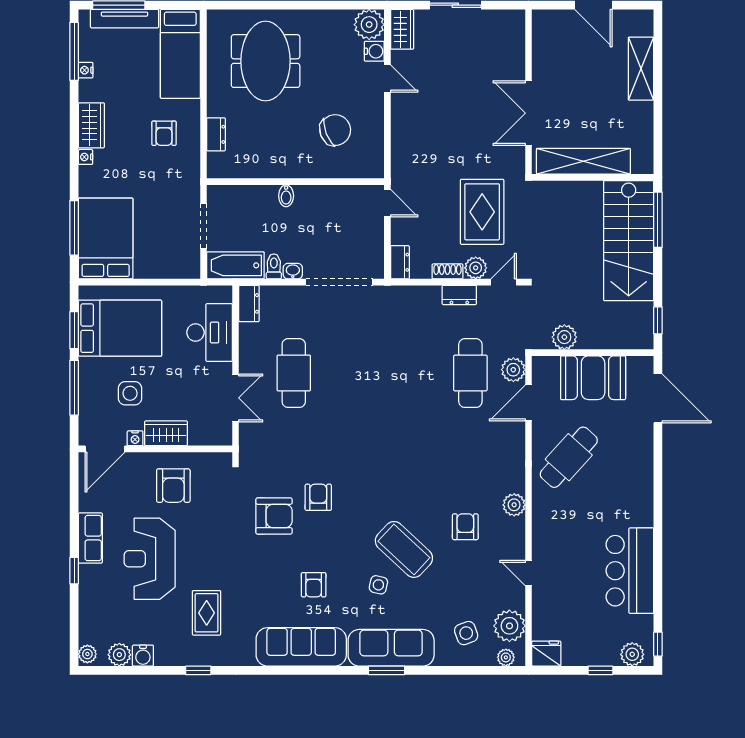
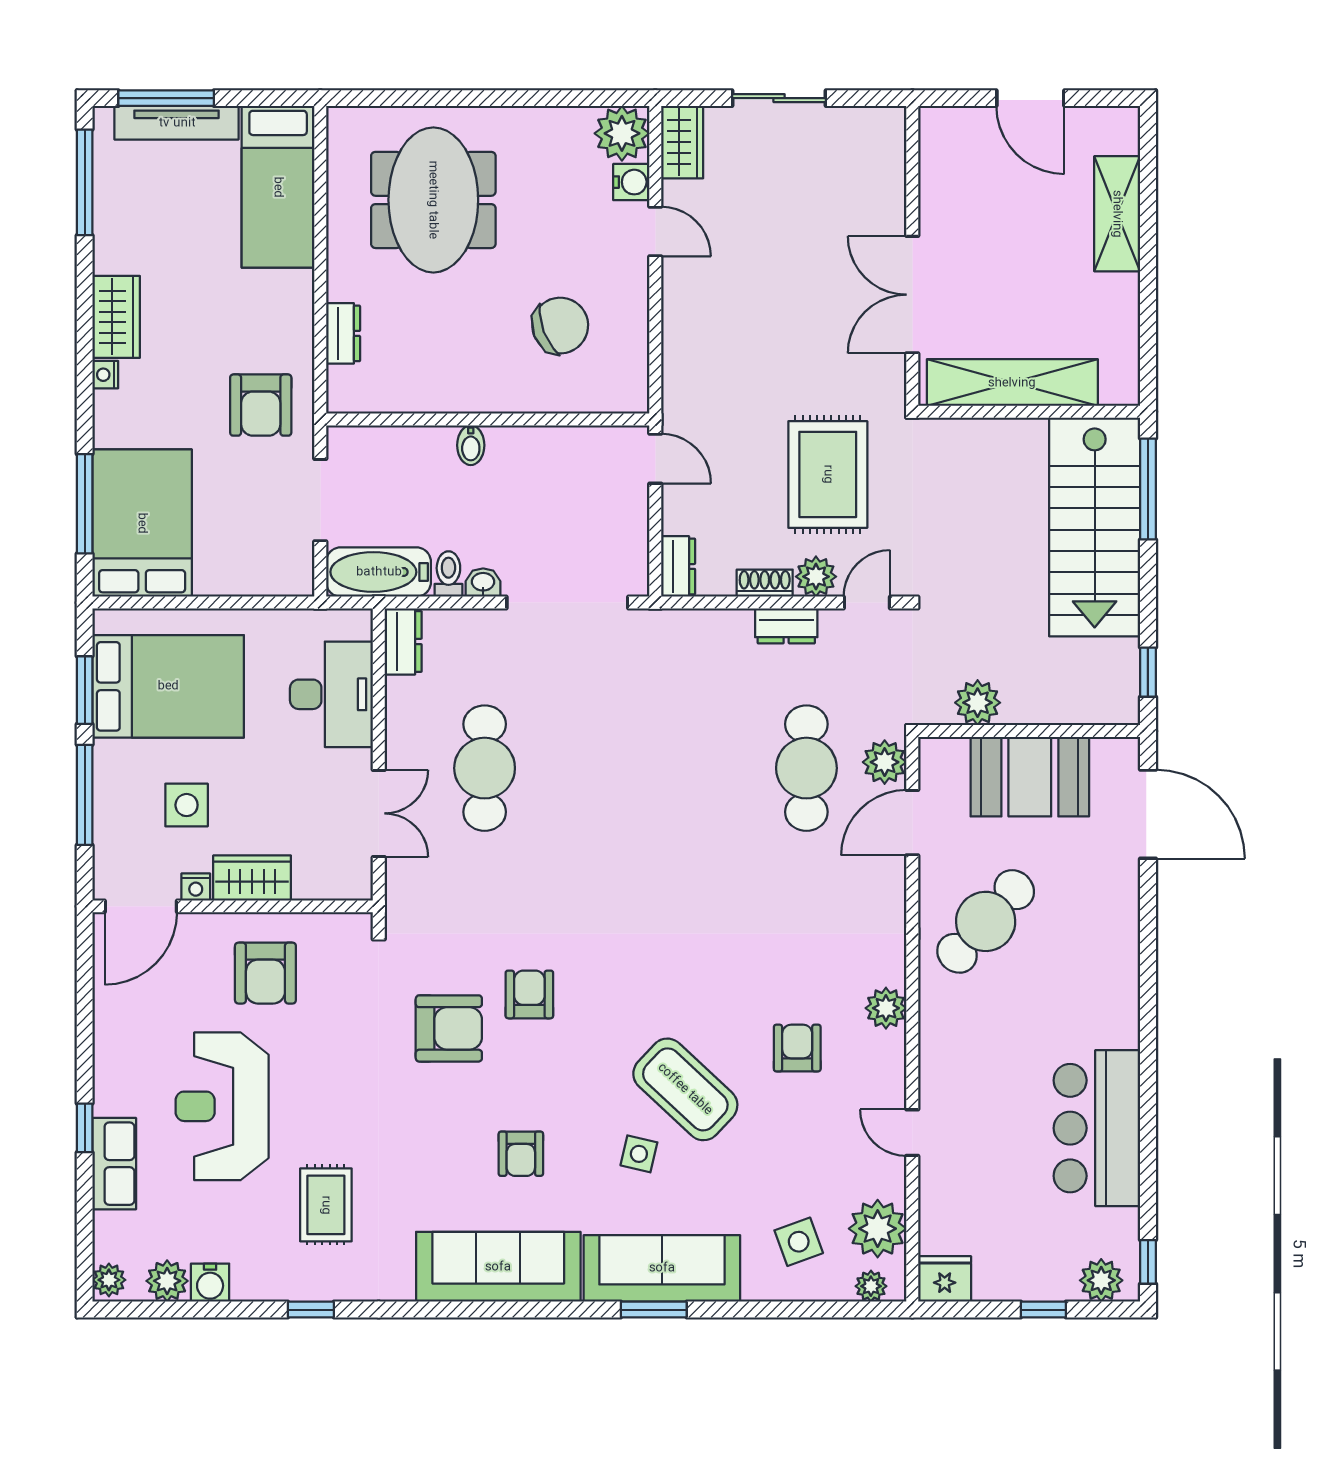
nightstand: (86, 70) -> (106, 217), removed
armchair: (164, 133) -> (261, 405), moved, width x1.38, depth x1.38
row of seats: (90, 538) -> (114, 1164), moved

